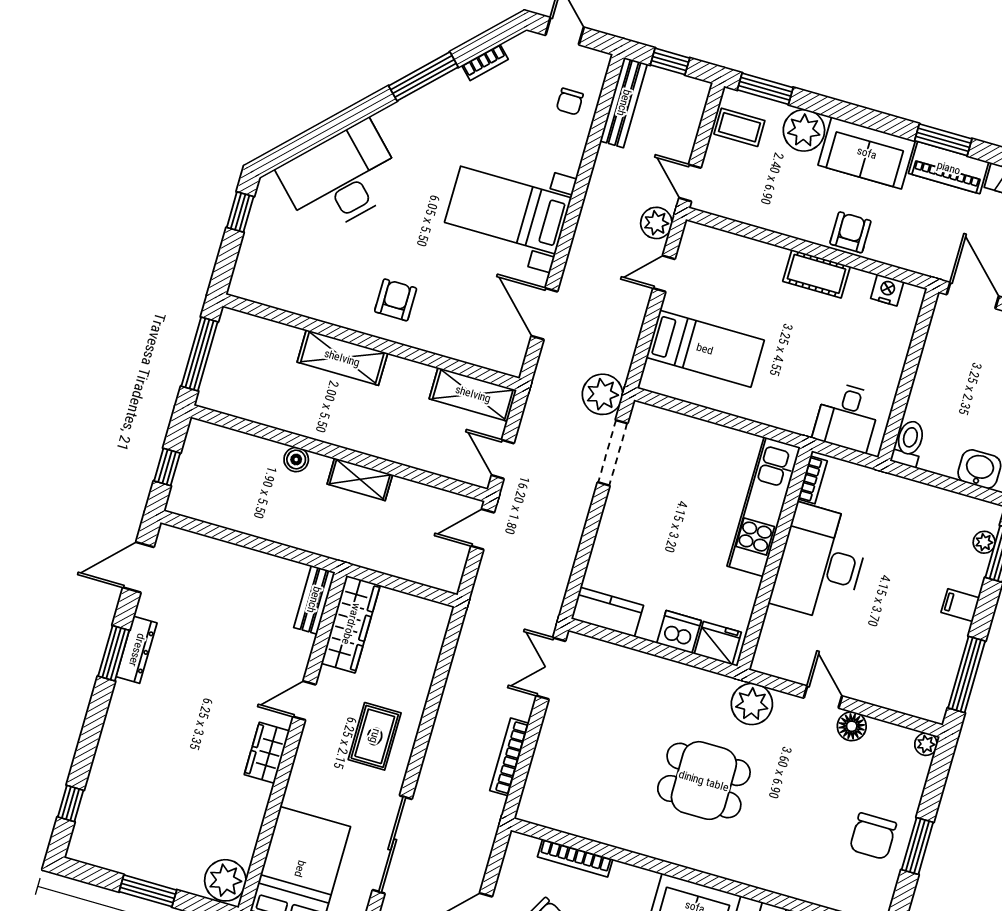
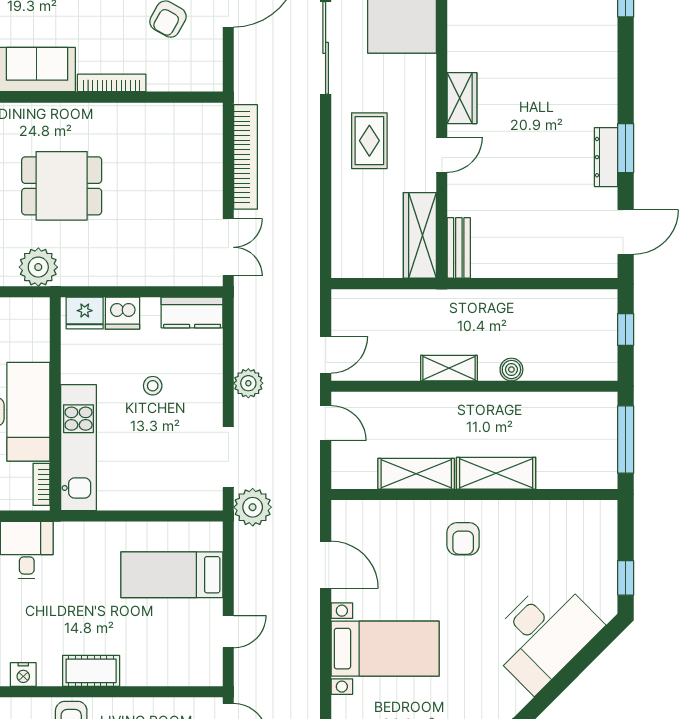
plant: (656, 223) -> (248, 383), moved
shelving: (473, 394) -> (416, 474), moved
stool: (669, 549) -> (153, 386), added
bookcase: (509, 757) -> (246, 157), width x1.48, depth x1.31
bookcase: (575, 858) -> (112, 83), moved

